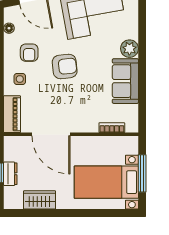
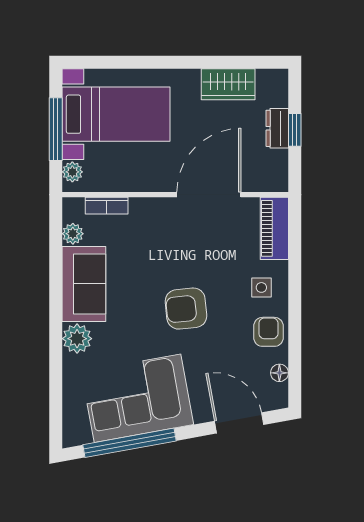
armchair: (29, 53) -> (268, 332), moved
plant: (132, 111) -> (73, 234), added
door: (51, 134) -> (209, 195), hinge flipped
plant: (132, 148) -> (72, 172), added

